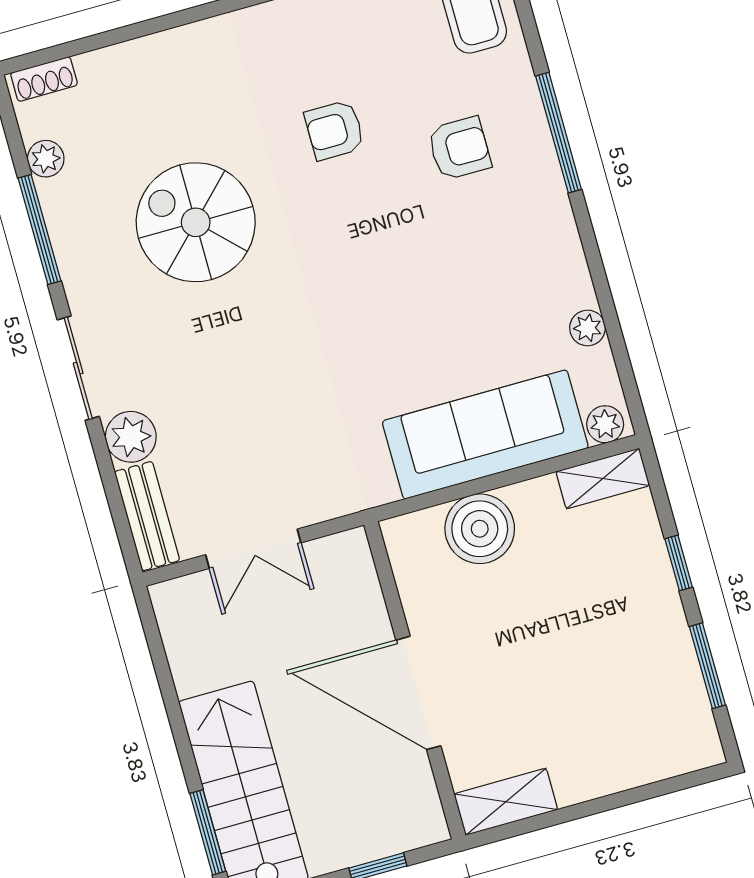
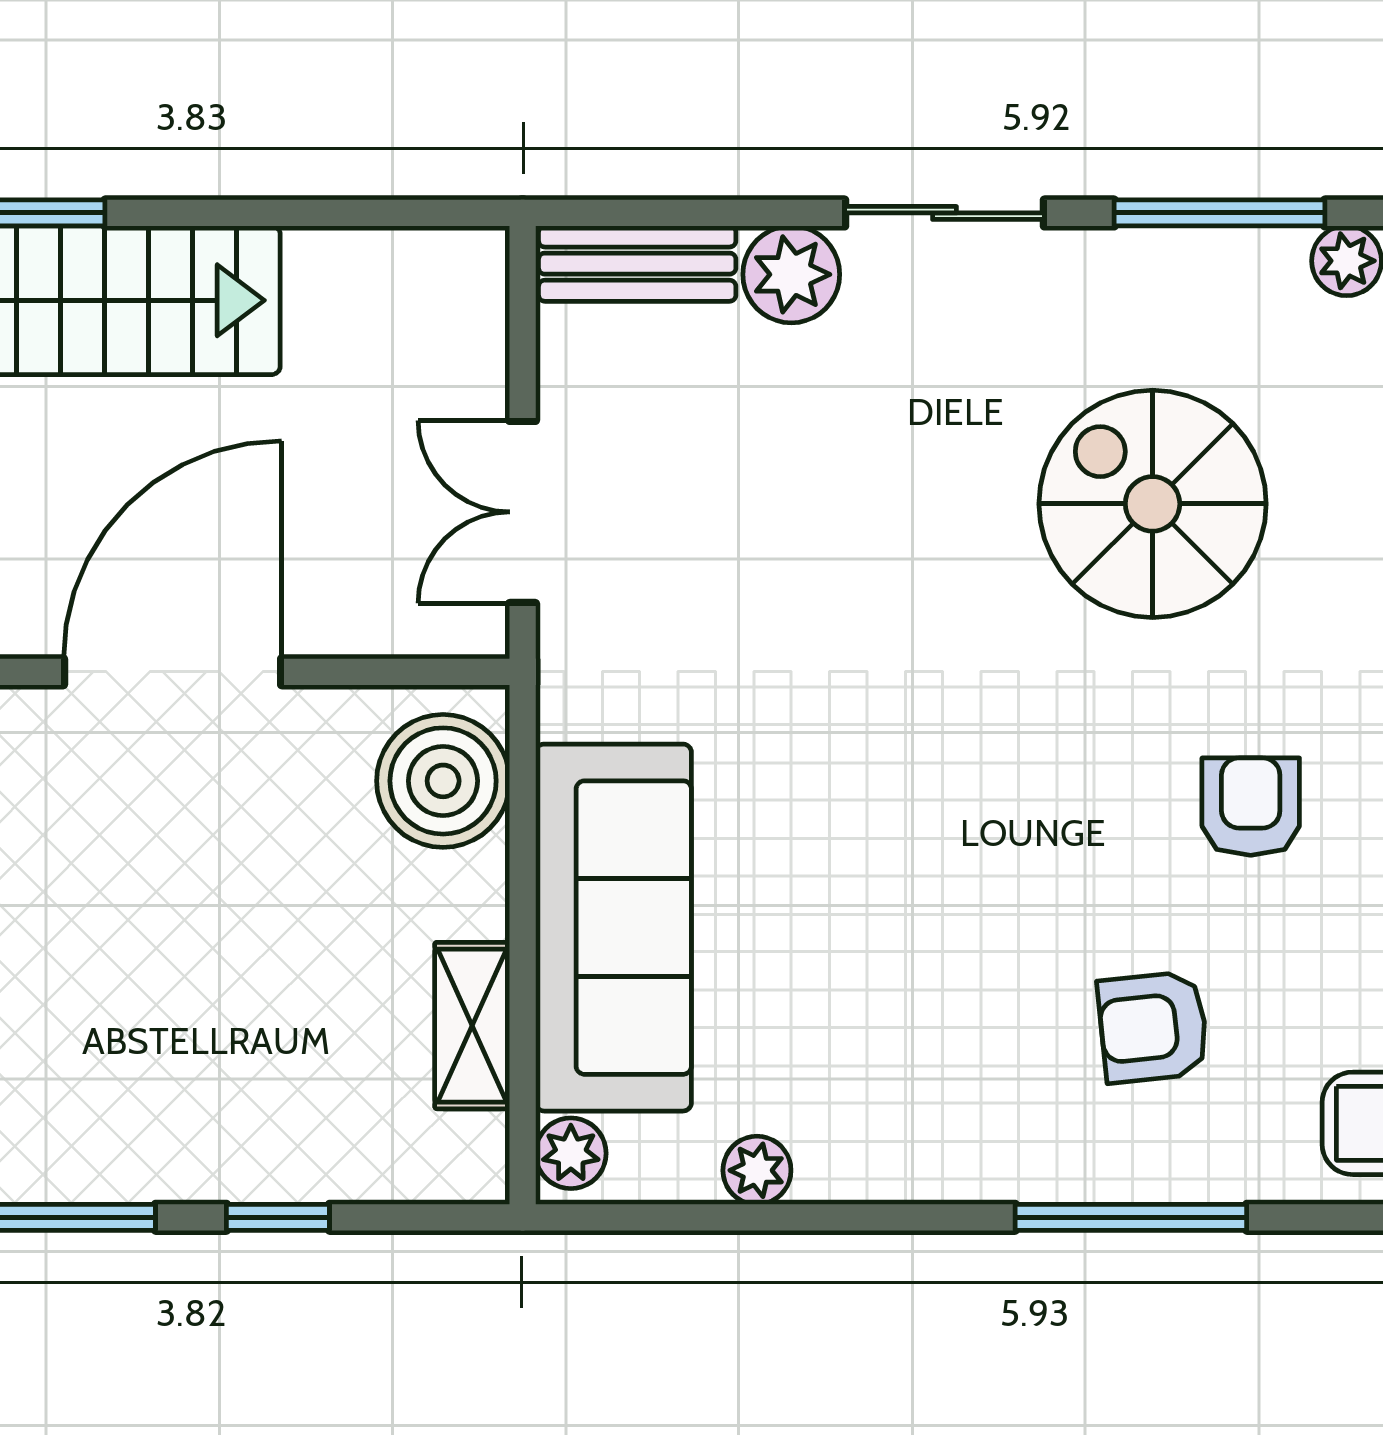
armchair: (459, 148) -> (1153, 1027), turned 84
spiral stairs: (196, 222) -> (1153, 504), turned -90
shelving: (603, 479) -> (472, 1026), moved
boiler: (480, 529) -> (443, 781), moved
double door: (253, 549) -> (523, 512), moved

